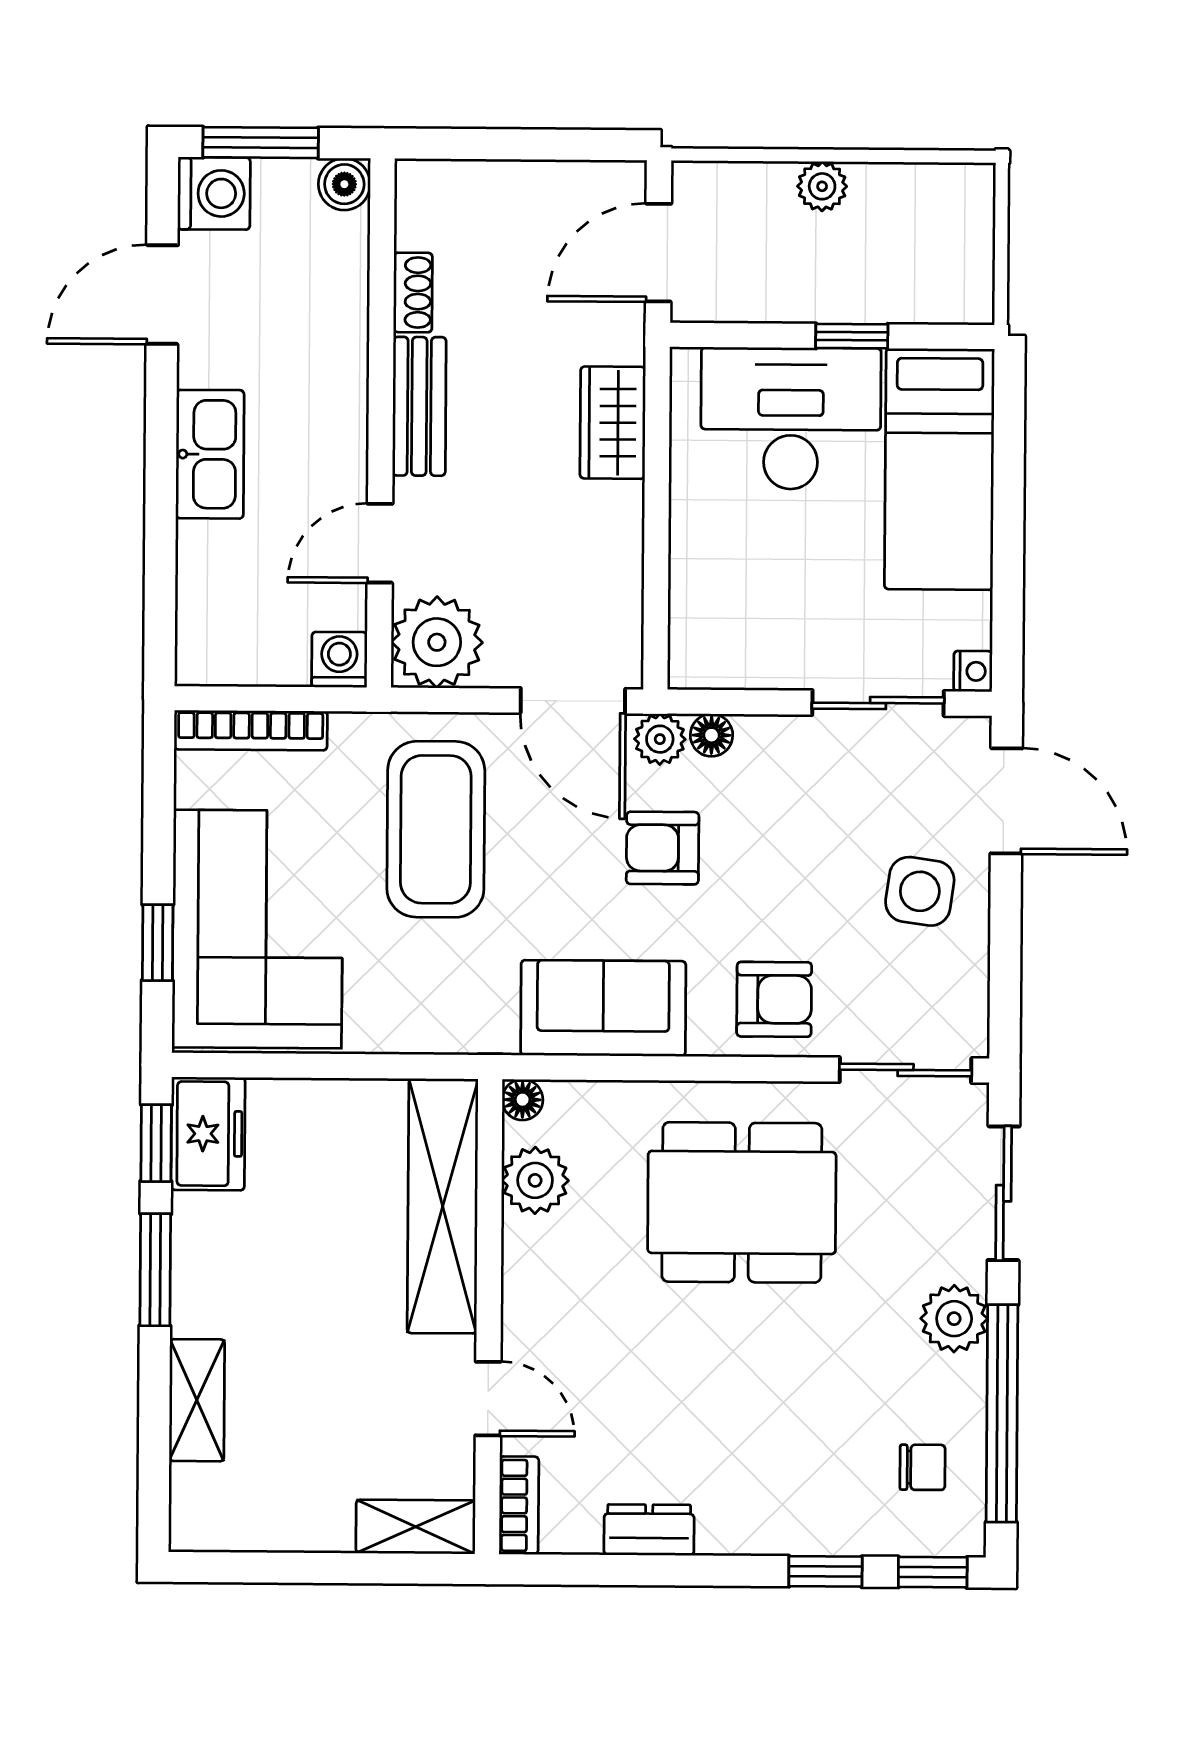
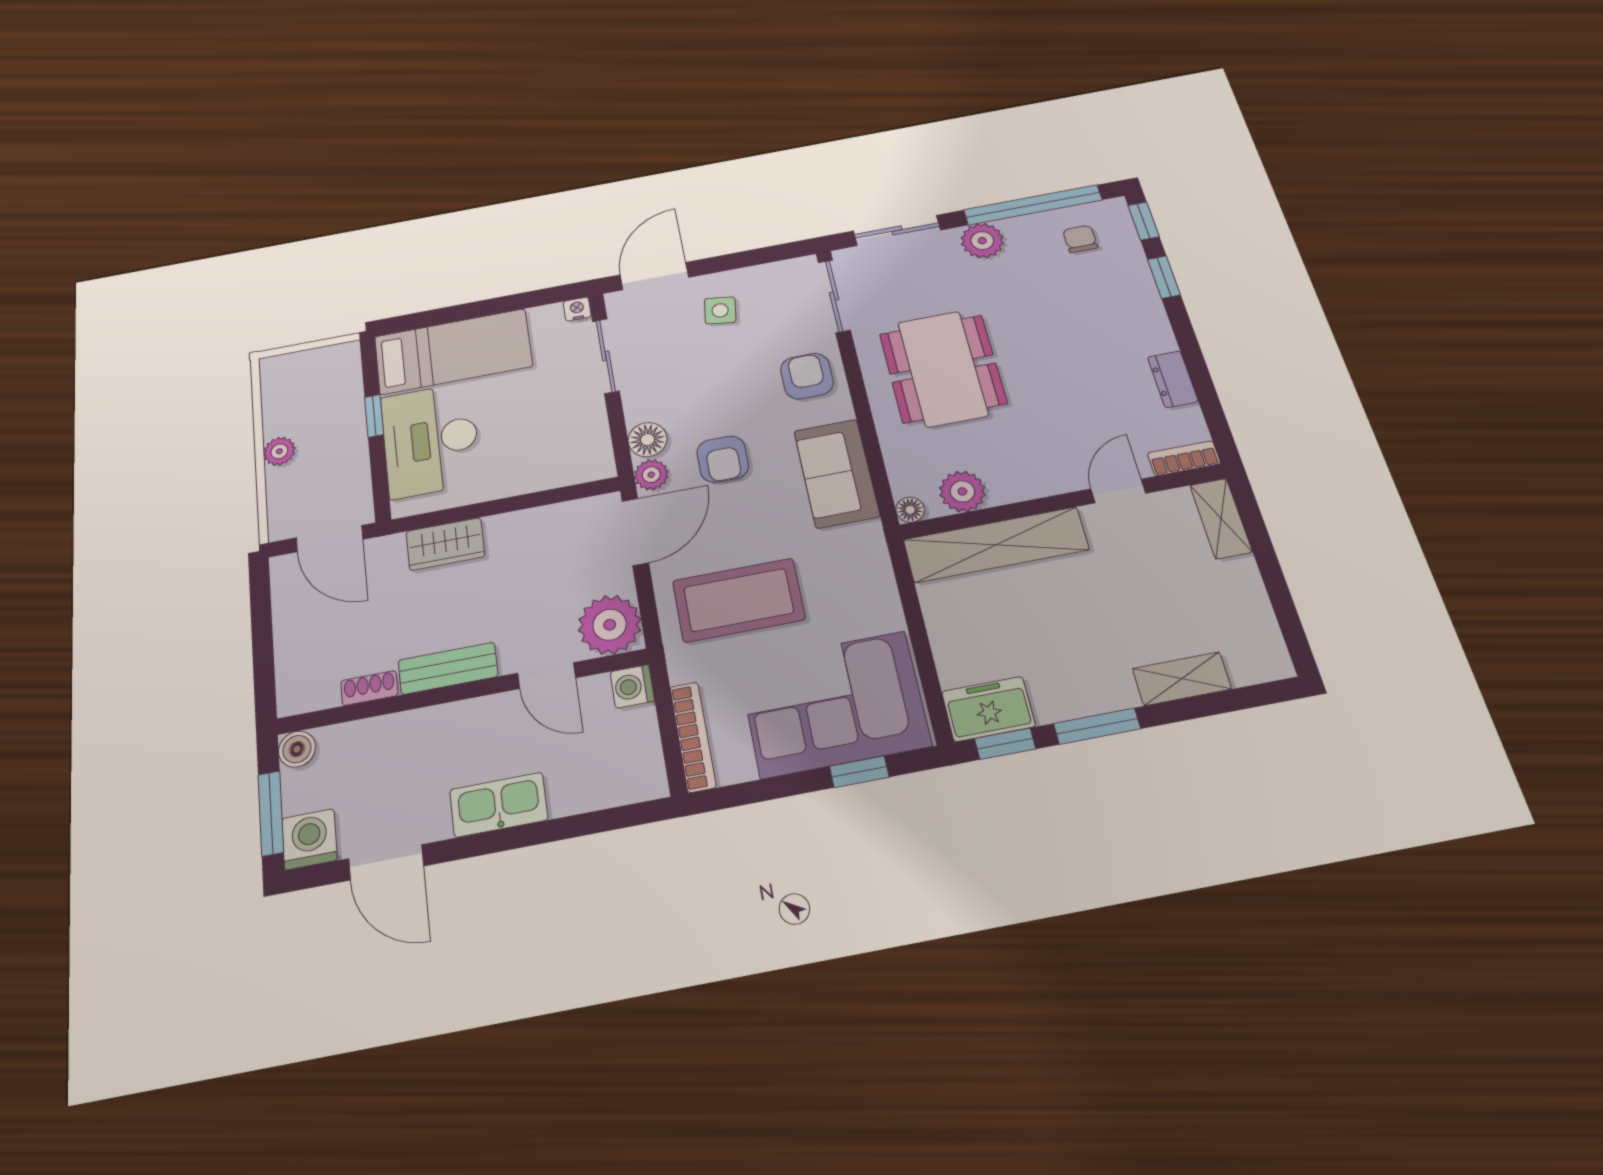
floor lamp: (711, 735) -> (647, 440), width x1.37, depth x1.37
side table: (920, 891) -> (720, 310), width x0.73, depth x0.73

